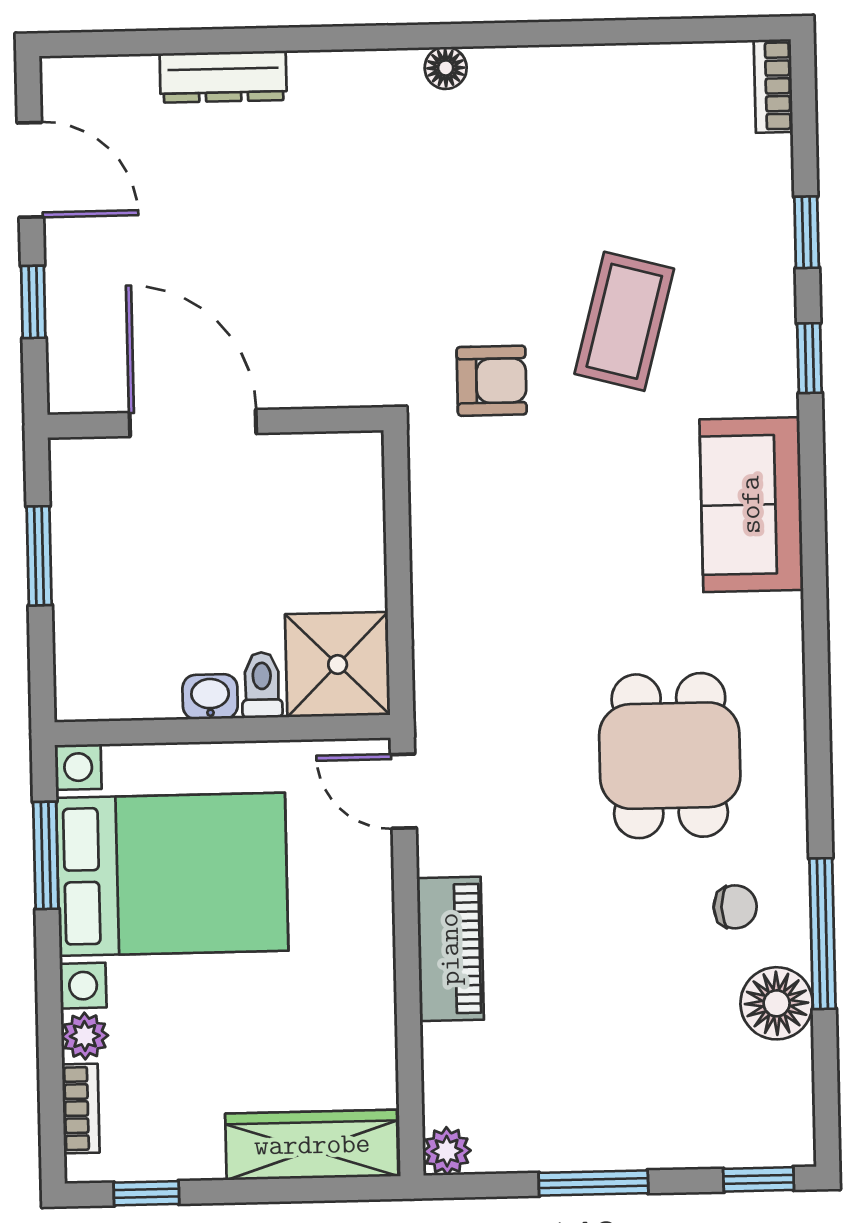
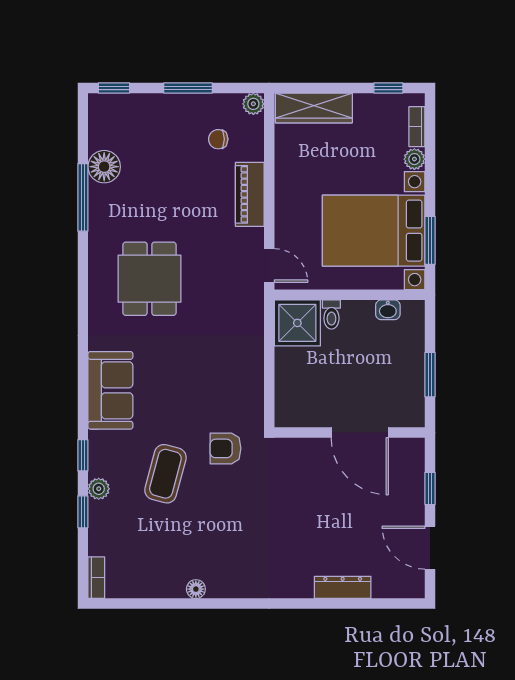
floor lamp: (446, 68) -> (196, 589), moved
plant: (772, 284) -> (99, 489), added
washbasin: (210, 697) -> (388, 310), moved
chair: (735, 907) -> (218, 139), moved

